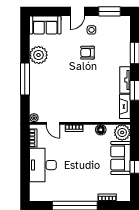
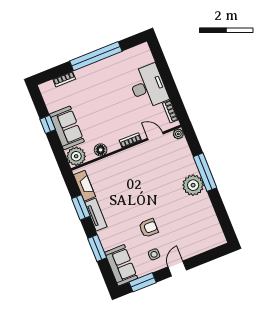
sofa: (45, 25) -> (121, 265), moved, turned 90
plant: (39, 55) -> (193, 185), moved

